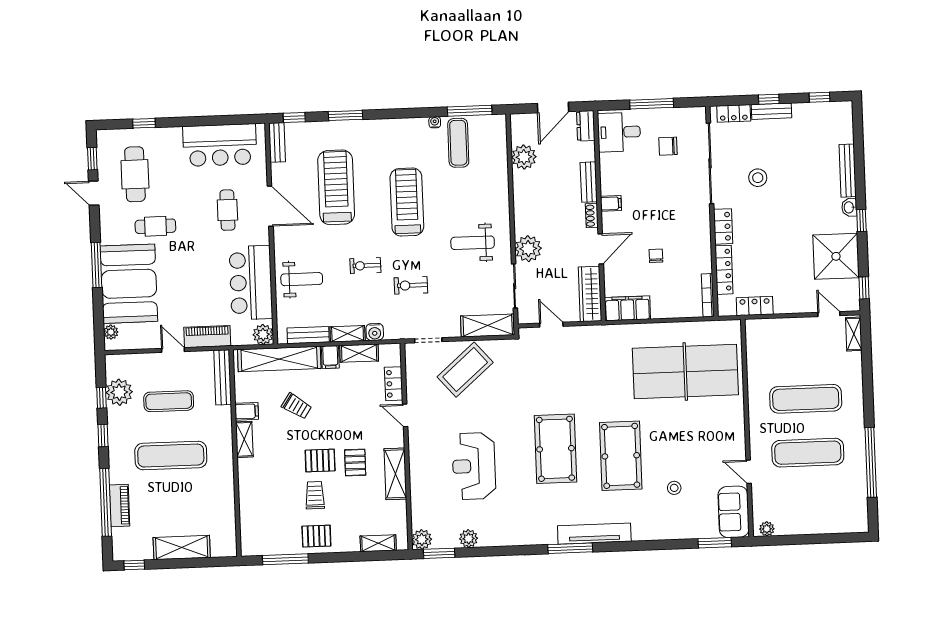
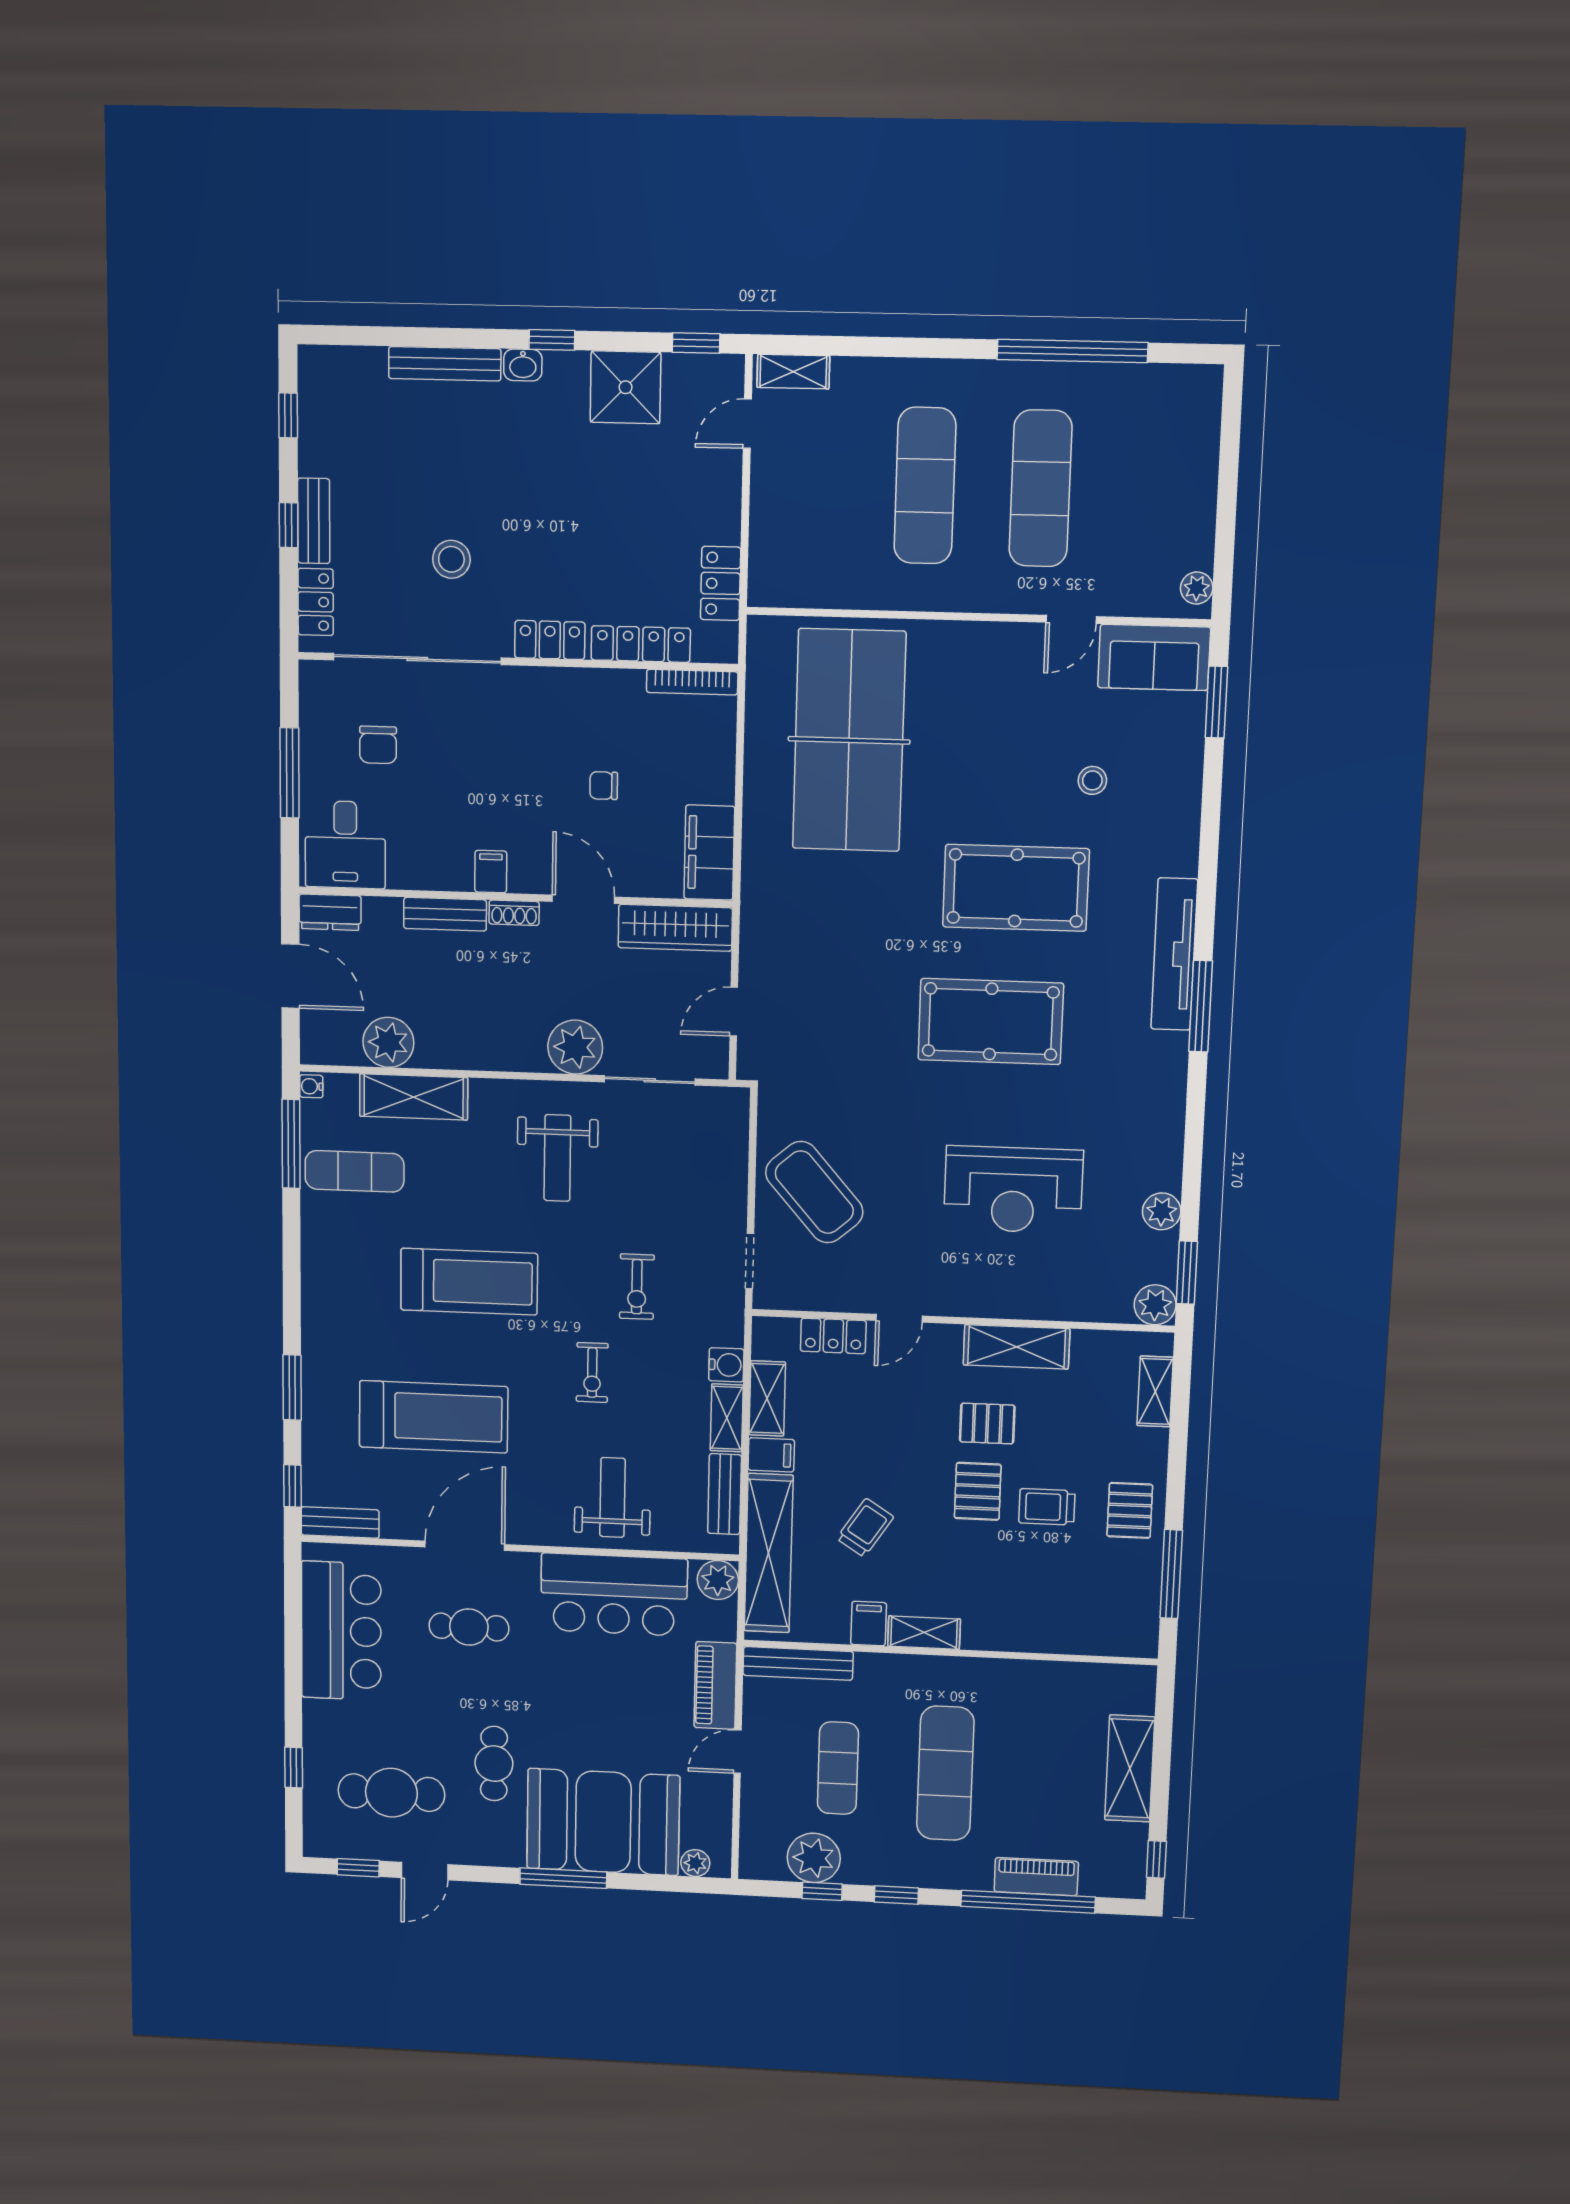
water cooler: (435, 122) -> (311, 1086), moved
treadmill: (336, 187) -> (434, 1417), turned 180
treadmill: (407, 202) -> (469, 1282), turned 180
shower: (836, 256) -> (626, 387), width x0.73, depth x0.73
shelving: (488, 325) -> (414, 1097), moved, turned 90

